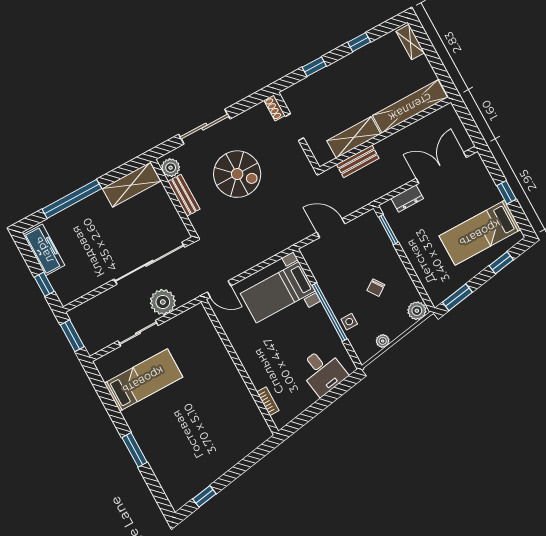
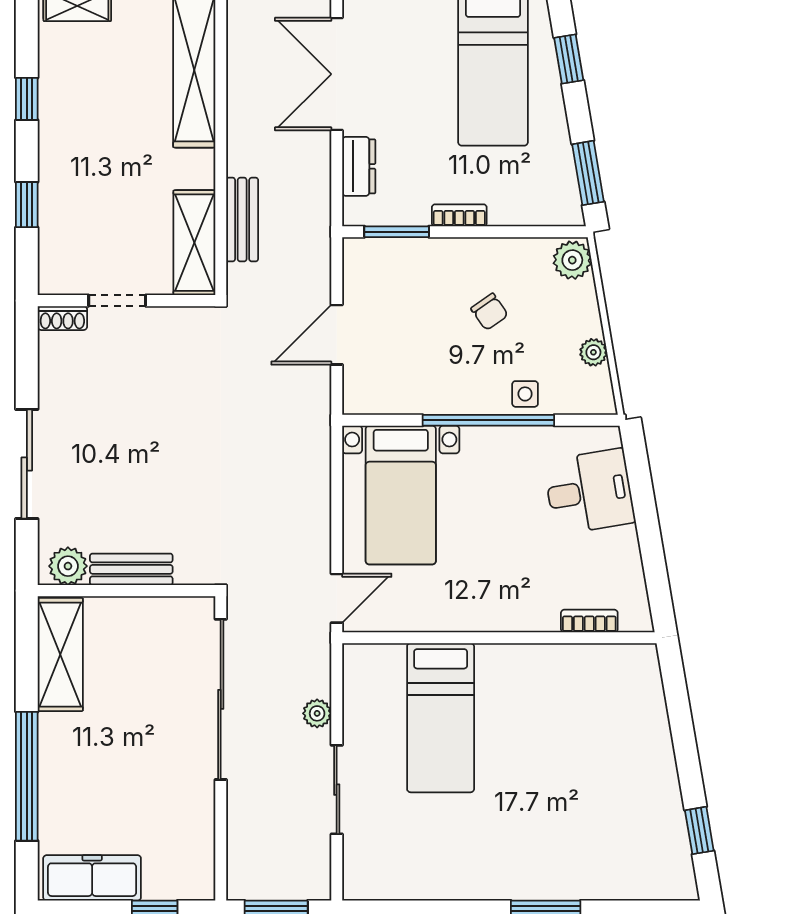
shelving: (354, 137) -> (194, 243), moved
spiral stairs: (237, 174) -> (146, 451), removed
bookcase: (410, 252) -> (459, 215), added
plant: (163, 302) -> (317, 713), width x0.53, depth x0.53
bed: (143, 380) -> (441, 718), moved, turned 180

